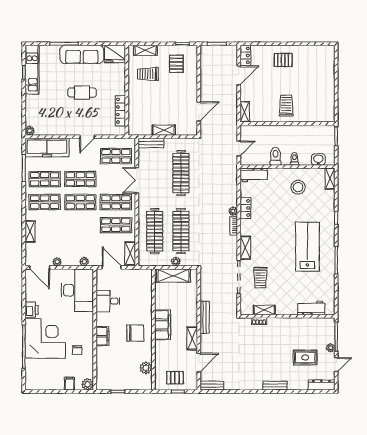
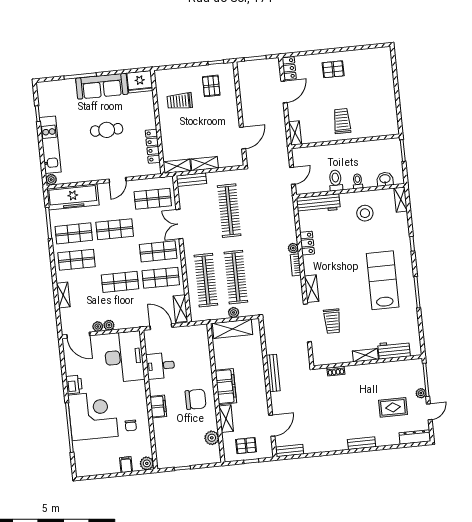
shelving: (145, 50) -> (177, 166), moved
kitchen unit: (32, 70) -> (50, 145), moved
workbench: (254, 175) -> (318, 204), width x1.38
shop shelf: (80, 202) -> (120, 282), moved
plant: (84, 262) -> (109, 325), moved
shelving: (264, 310) -> (365, 355), moved
shelving: (192, 338) -> (226, 419), moved

